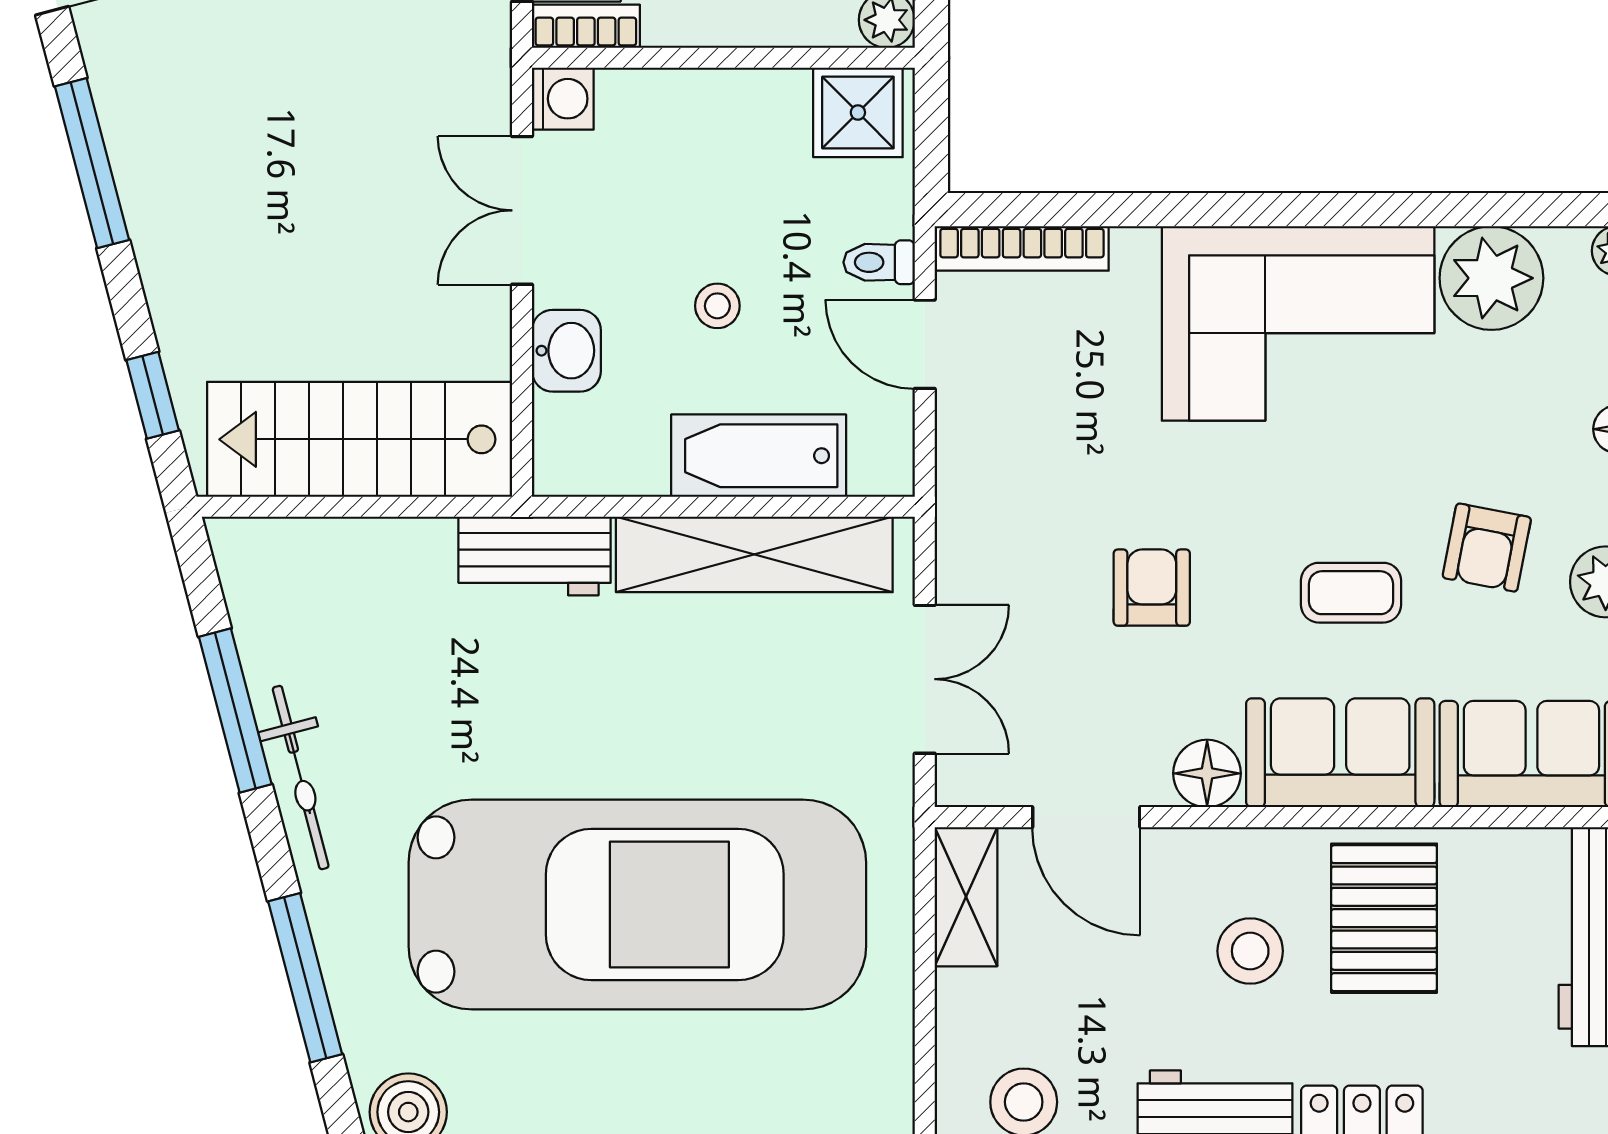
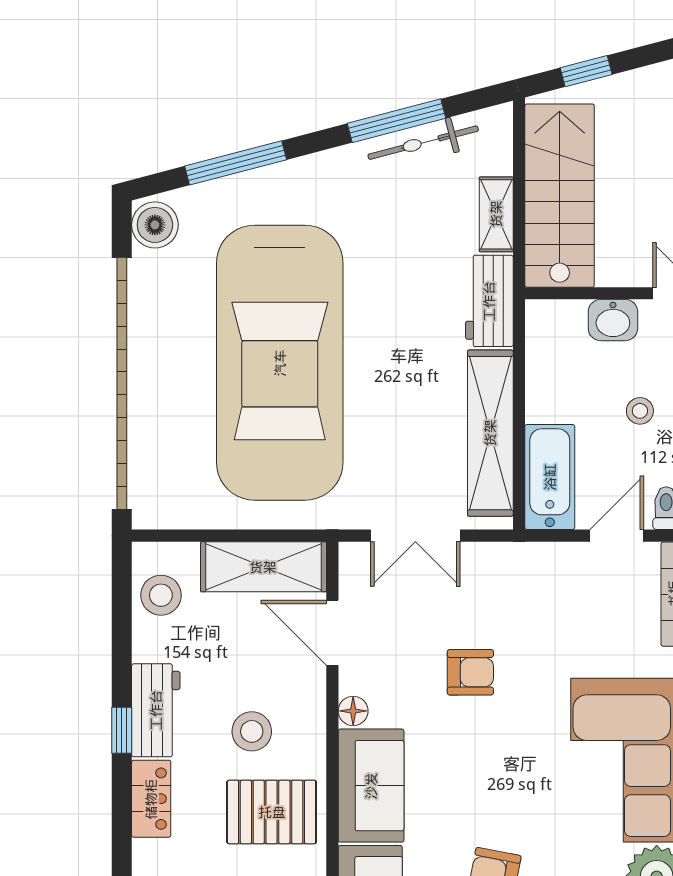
bathtub: (759, 456) -> (550, 477), moved
shelving: (391, 545) -> (496, 214), added
coffee table: (1351, 593) -> (467, 792), removed
floor lamp: (1207, 773) -> (353, 711), width x0.73, depth x0.73
bicycle: (301, 778) -> (423, 143), moved
door: (1086, 817) -> (332, 633), hinge flipped
shelving: (966, 897) -> (263, 567), width x1.50, depth x1.33

